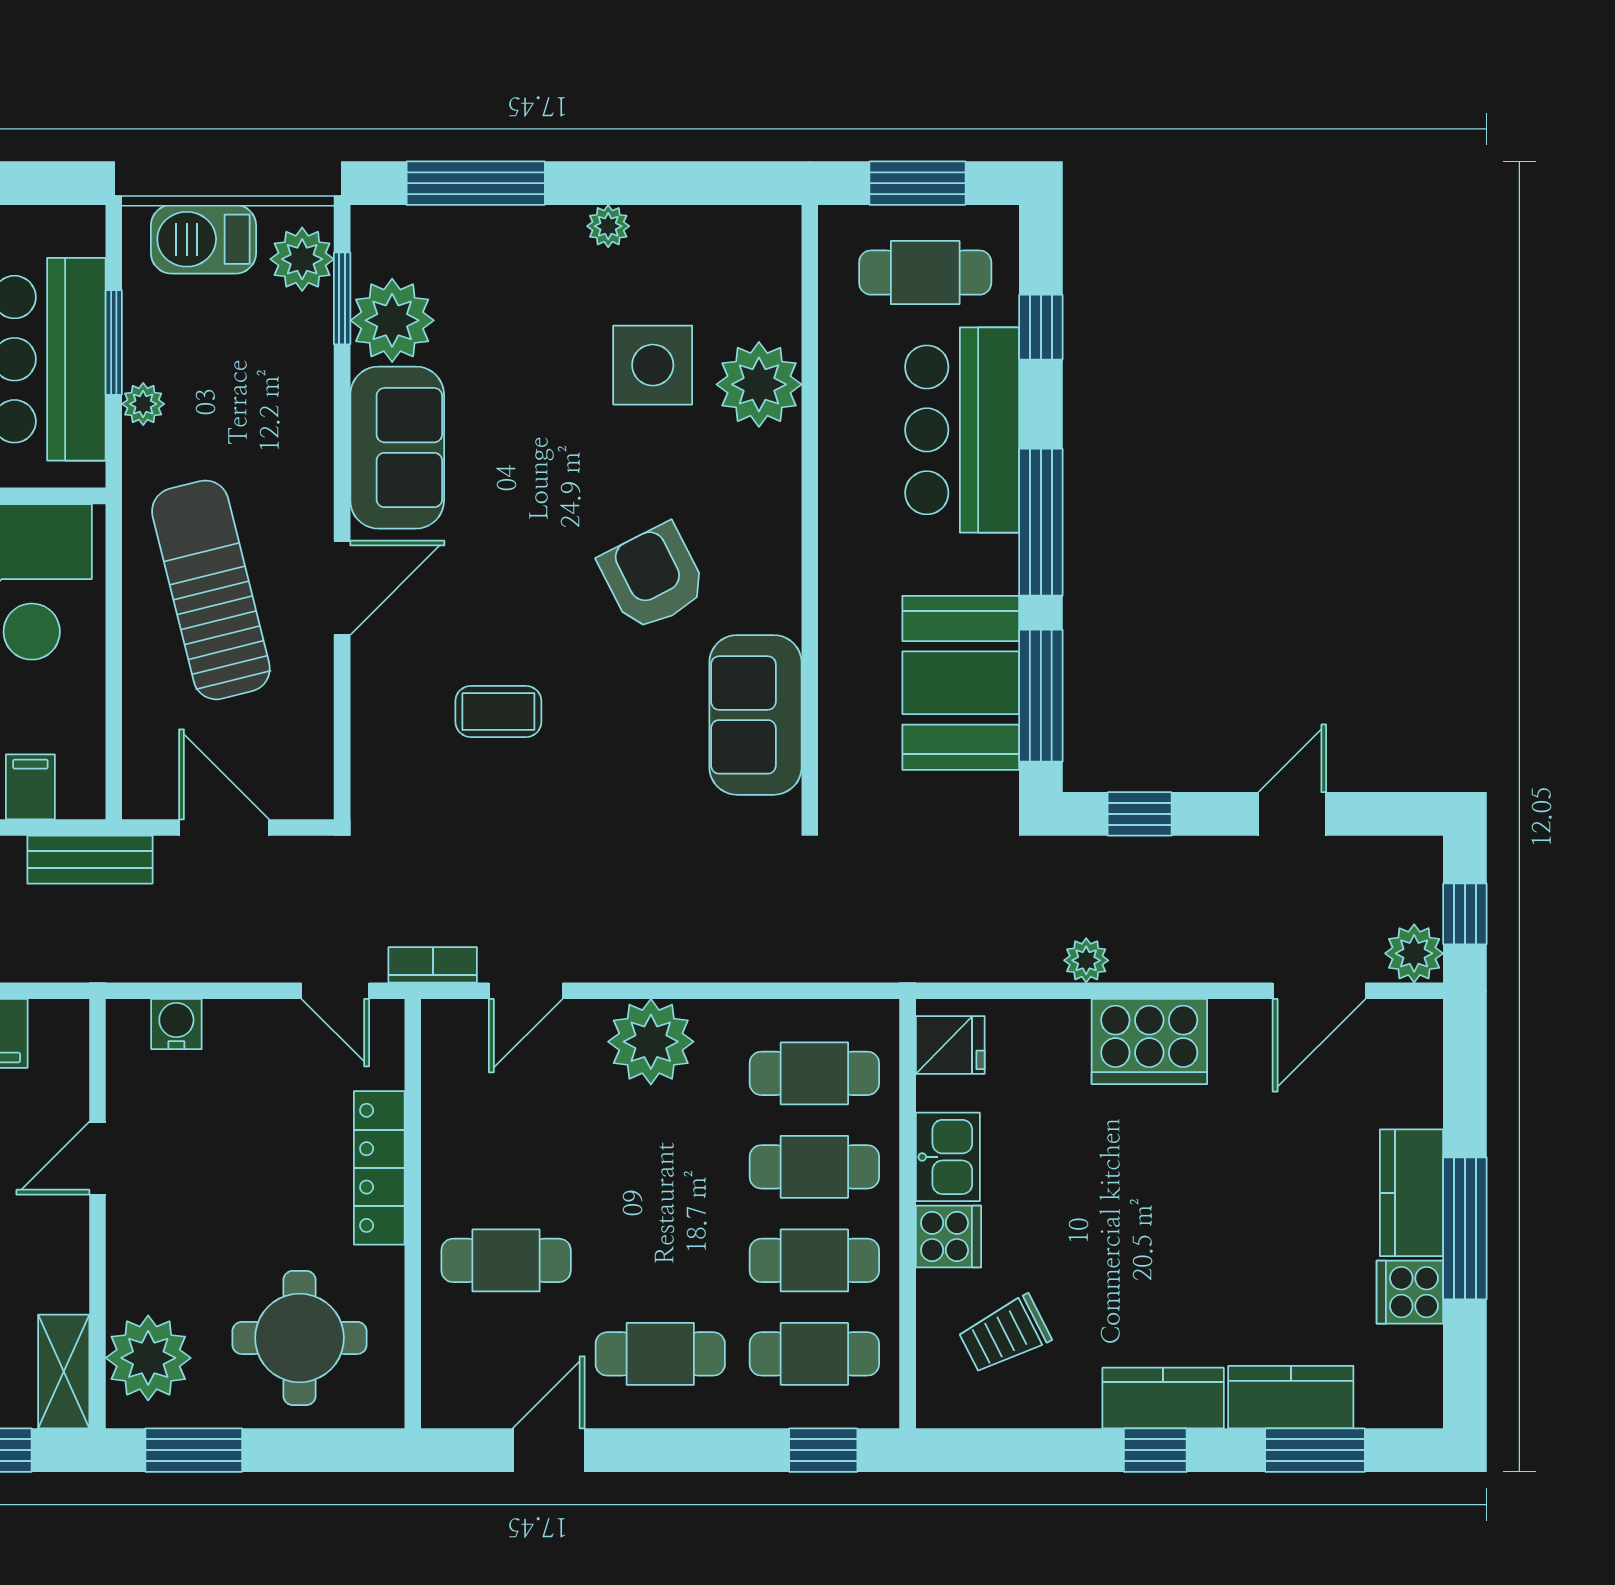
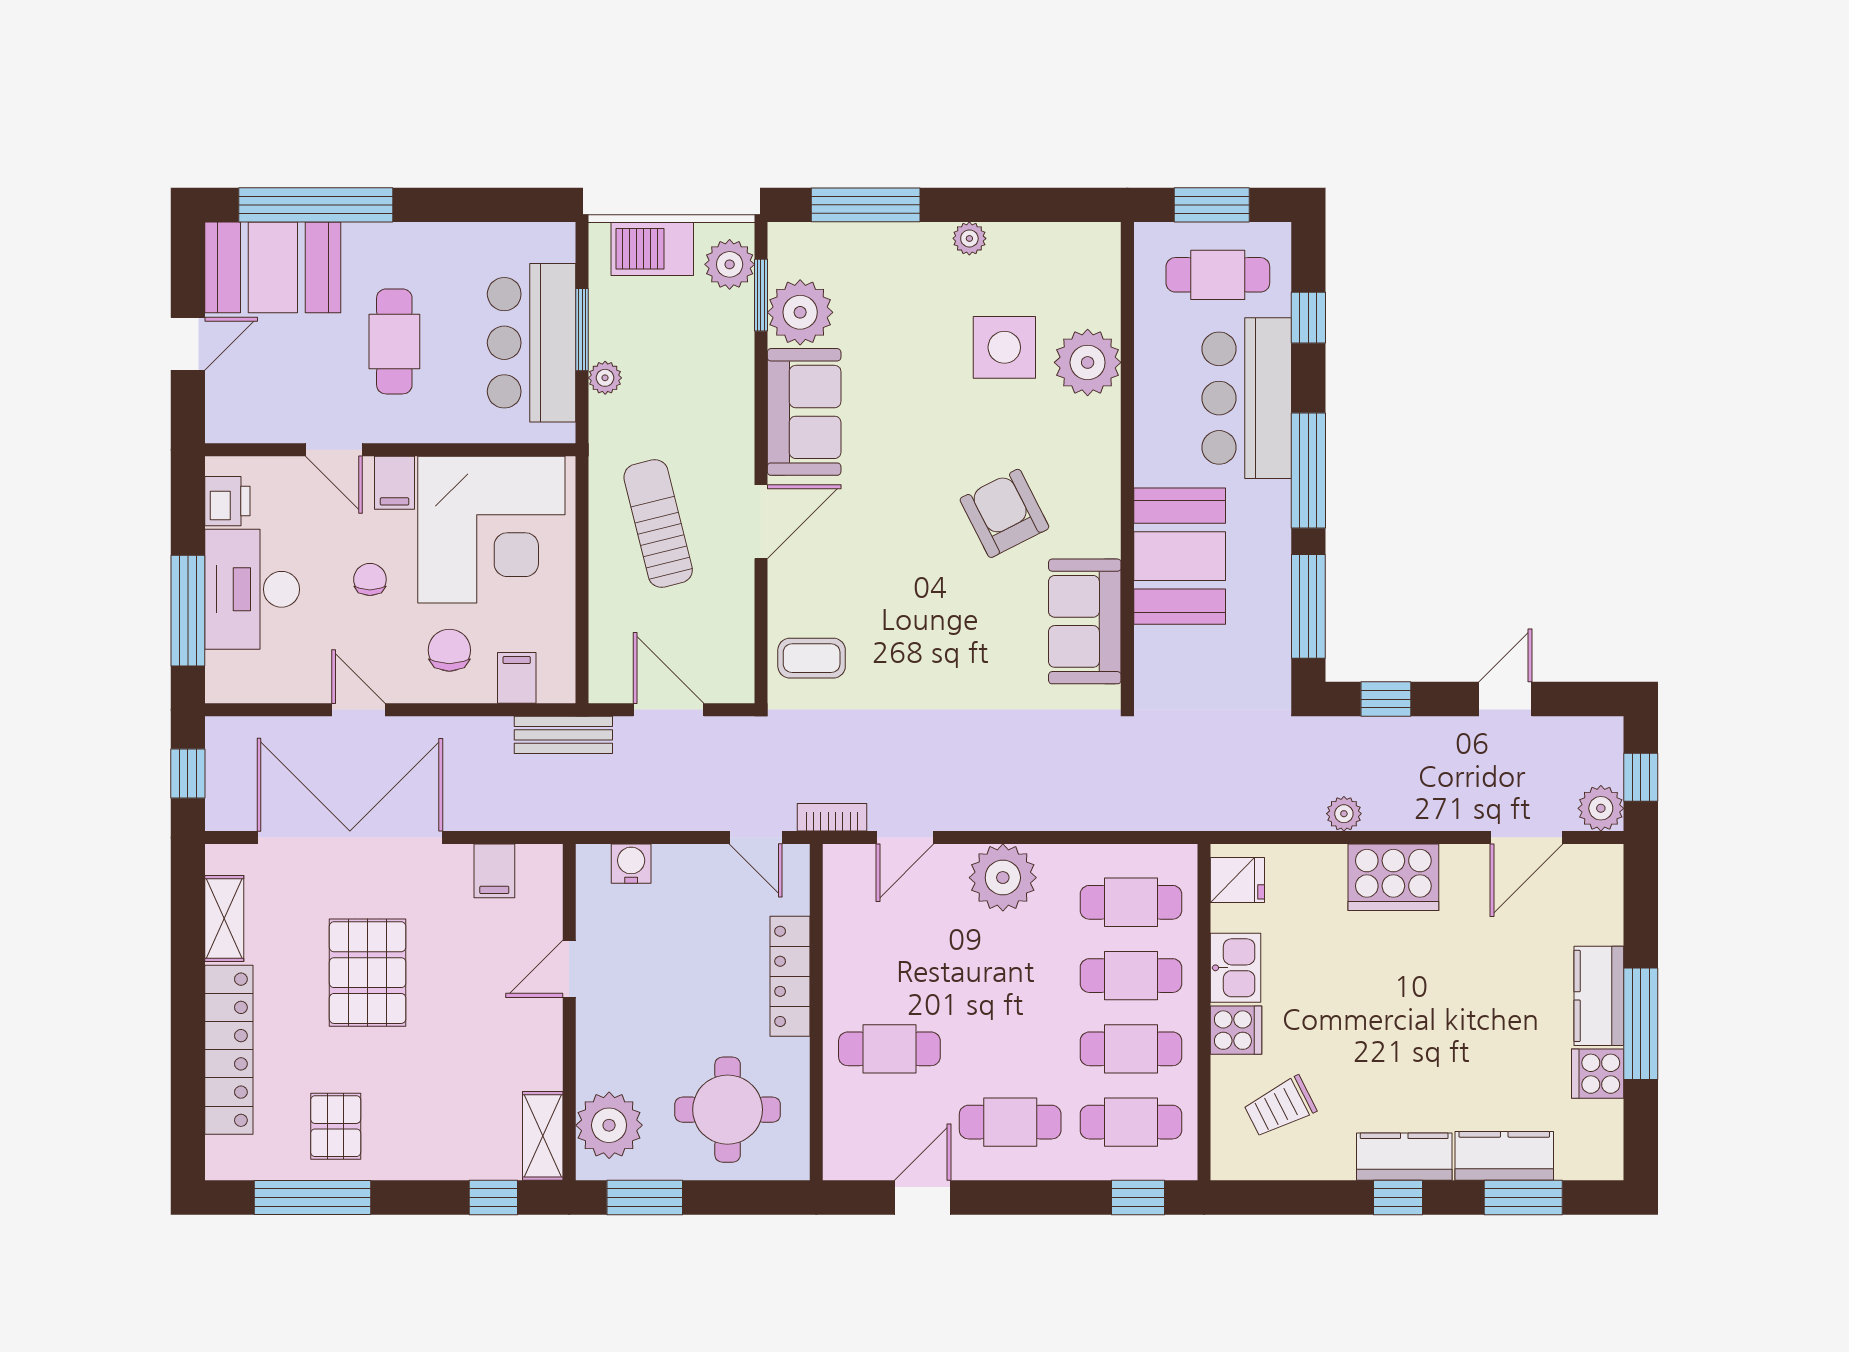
sun lounger: (211, 590) -> (658, 524), width x0.73, depth x0.75
booth: (961, 683) -> (1180, 556), moved
coffee table: (498, 711) -> (812, 658), moved

